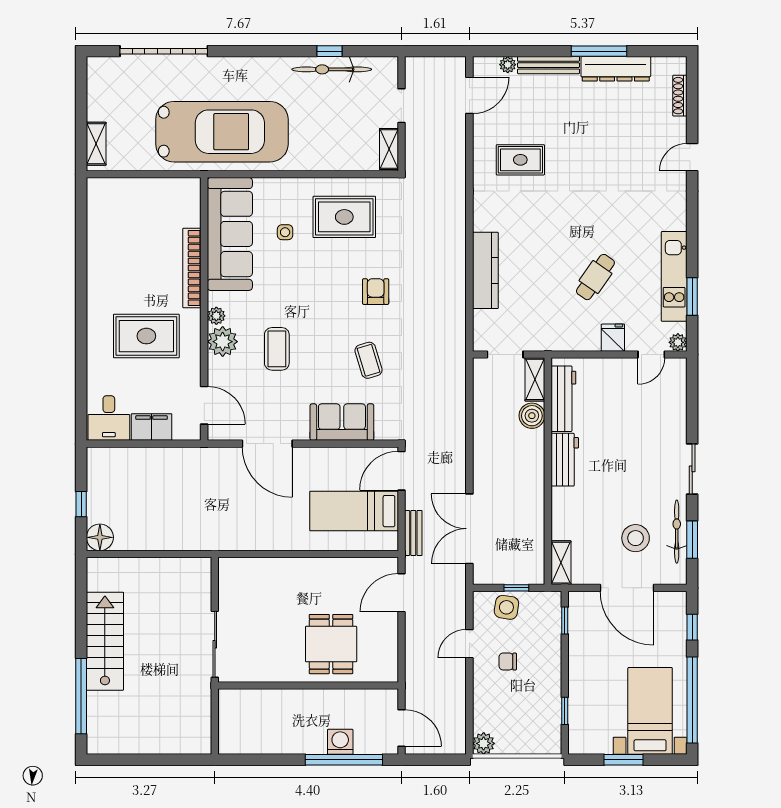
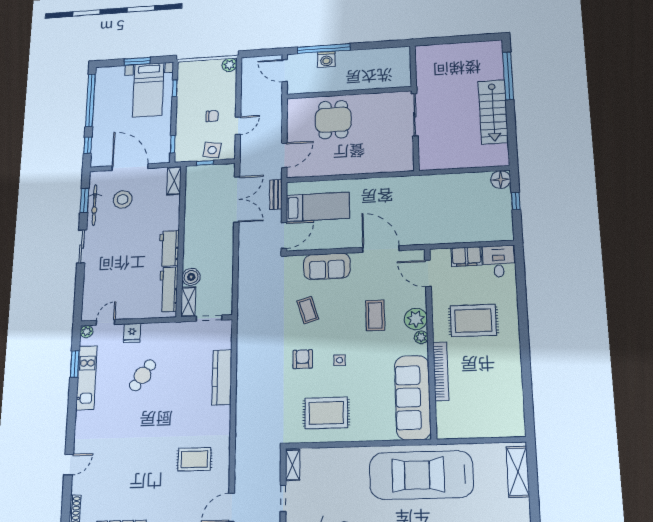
shelving: (96, 144) -> (518, 472), width x1.50, depth x1.33
side table: (285, 232) -> (340, 360), moved
armchair: (376, 292) -> (303, 359), turned 180
bed with nightstands: (650, 711) -> (148, 90), moved

